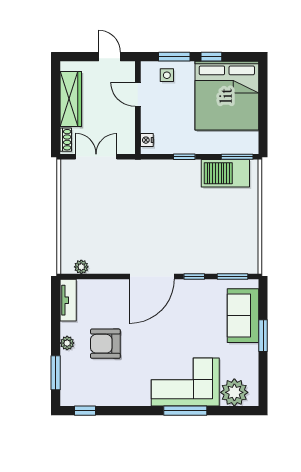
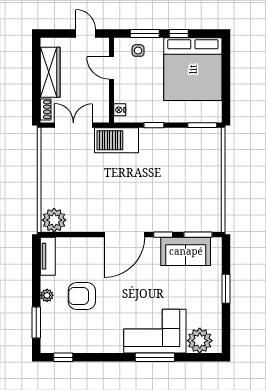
barbecue: (225, 173) -> (117, 140), moved
plant: (81, 267) -> (54, 220), width x1.88, depth x1.88
sofa: (243, 316) -> (186, 251), moved, turned -90

